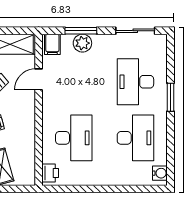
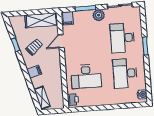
plant: (82, 43) -> (99, 15), moved
desk: (74, 138) -> (86, 76), turned 90
desk: (135, 138) -> (125, 73), turned 180

